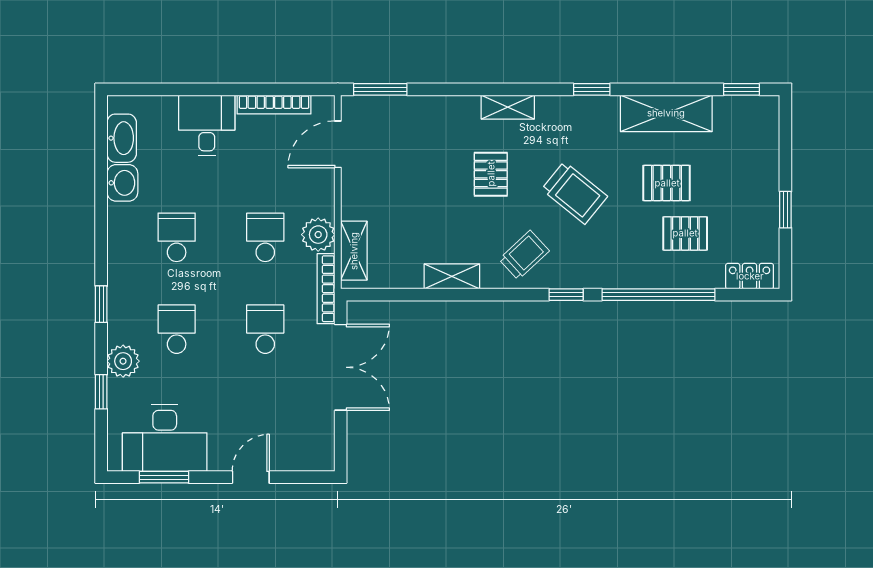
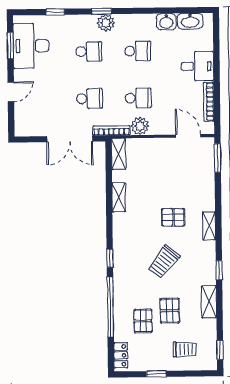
shelving: (666, 113) -> (209, 302), width x0.67, depth x0.75
shelving: (354, 251) -> (119, 154), moved, turned 90
trolley: (524, 255) -> (185, 349), moved, turned -47
plant: (123, 361) -> (106, 23), moved
door: (251, 477) -> (11, 92), hinge flipped

